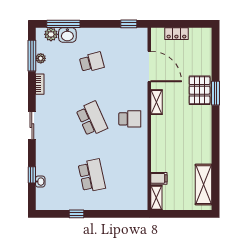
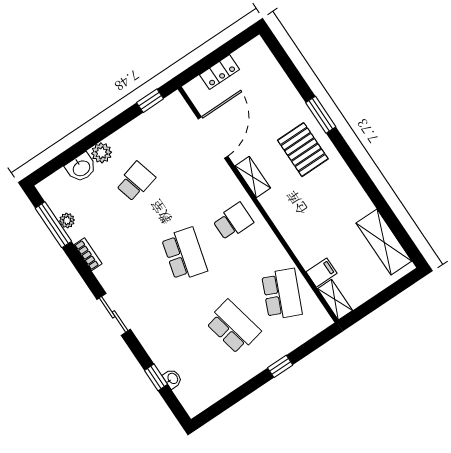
window: (63, 24) -> (66, 157), removed
plant: (51, 34) -> (102, 153), moved
door: (149, 66) -> (213, 138), hinge flipped
pallet: (200, 90) -> (303, 150), moved
school desk: (92, 119) -> (184, 254), turned 39
school desk: (130, 176) -> (282, 294), added
window: (76, 214) -> (280, 366), moved

